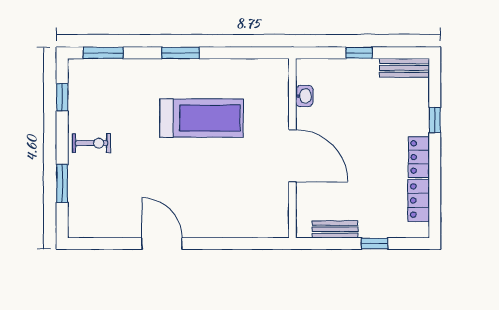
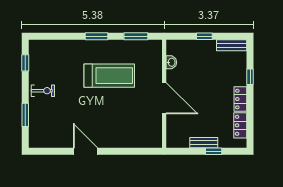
window: (103, 53) -> (136, 36), moved
bench: (335, 229) -> (204, 143), moved

